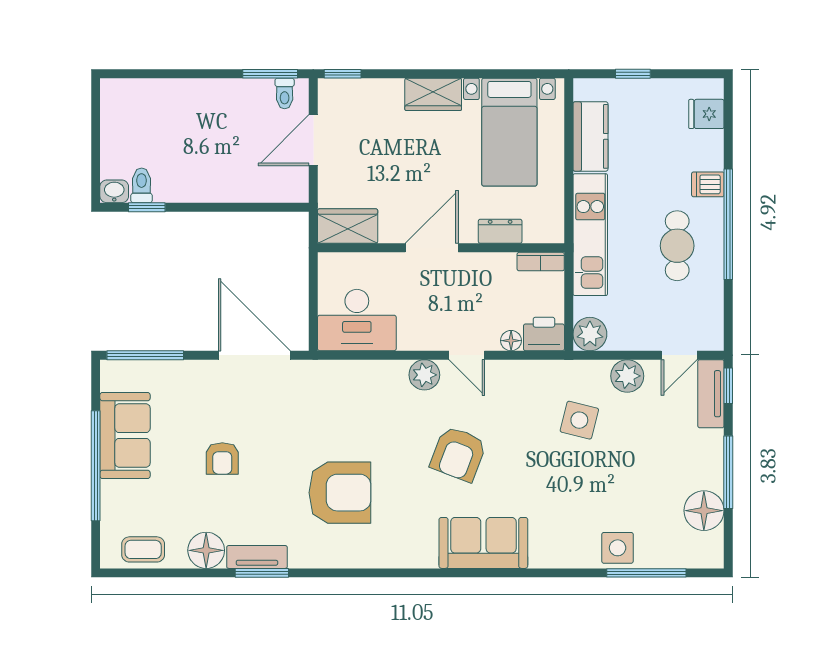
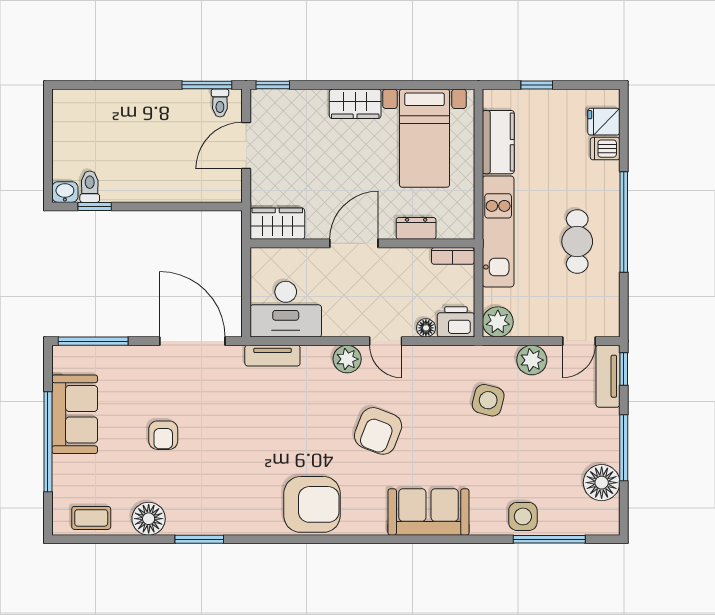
dishwasher: (708, 184) -> (605, 149), moved
armchair: (340, 493) -> (312, 504), moved
sofa: (483, 543) -> (429, 512), moved
tv unit: (257, 557) -> (272, 356), moved, turned 180

